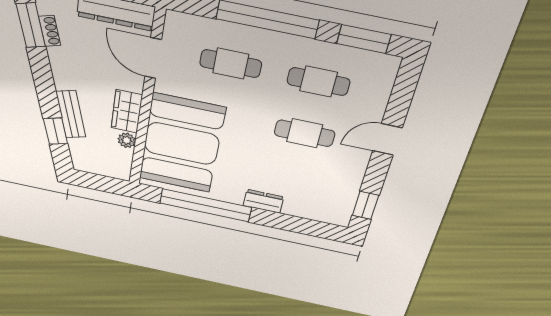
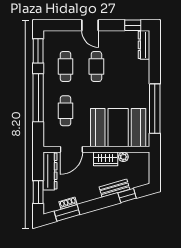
dresser: (263, 201) -> (144, 45), moved, width x1.44

